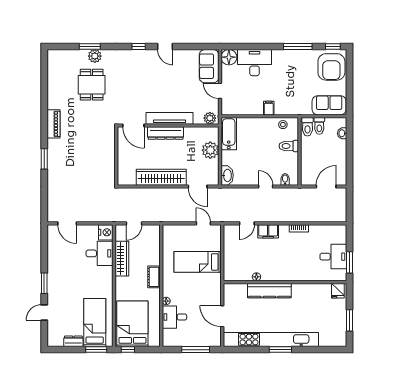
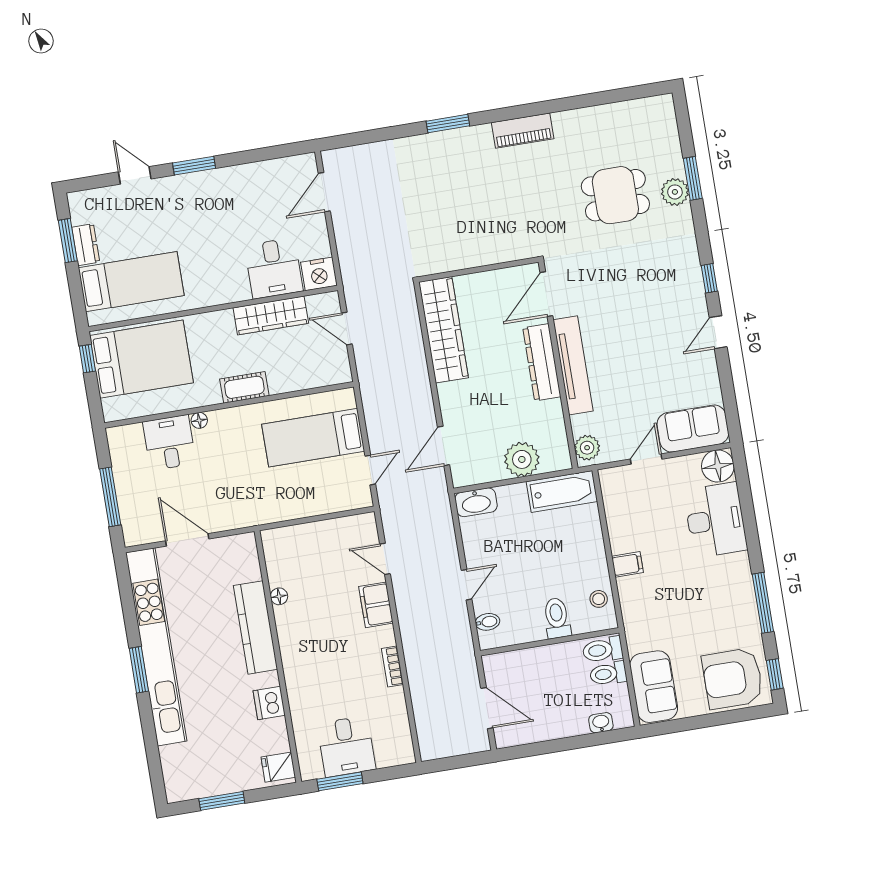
wardrobe: (161, 177) -> (444, 330), moved
bed: (198, 262) -> (313, 438), moved, turned -90
dishwasher: (307, 290) -> (269, 703), added
door: (222, 316) -> (187, 540), hinge flipped
window: (96, 350) -> (68, 241), moved

